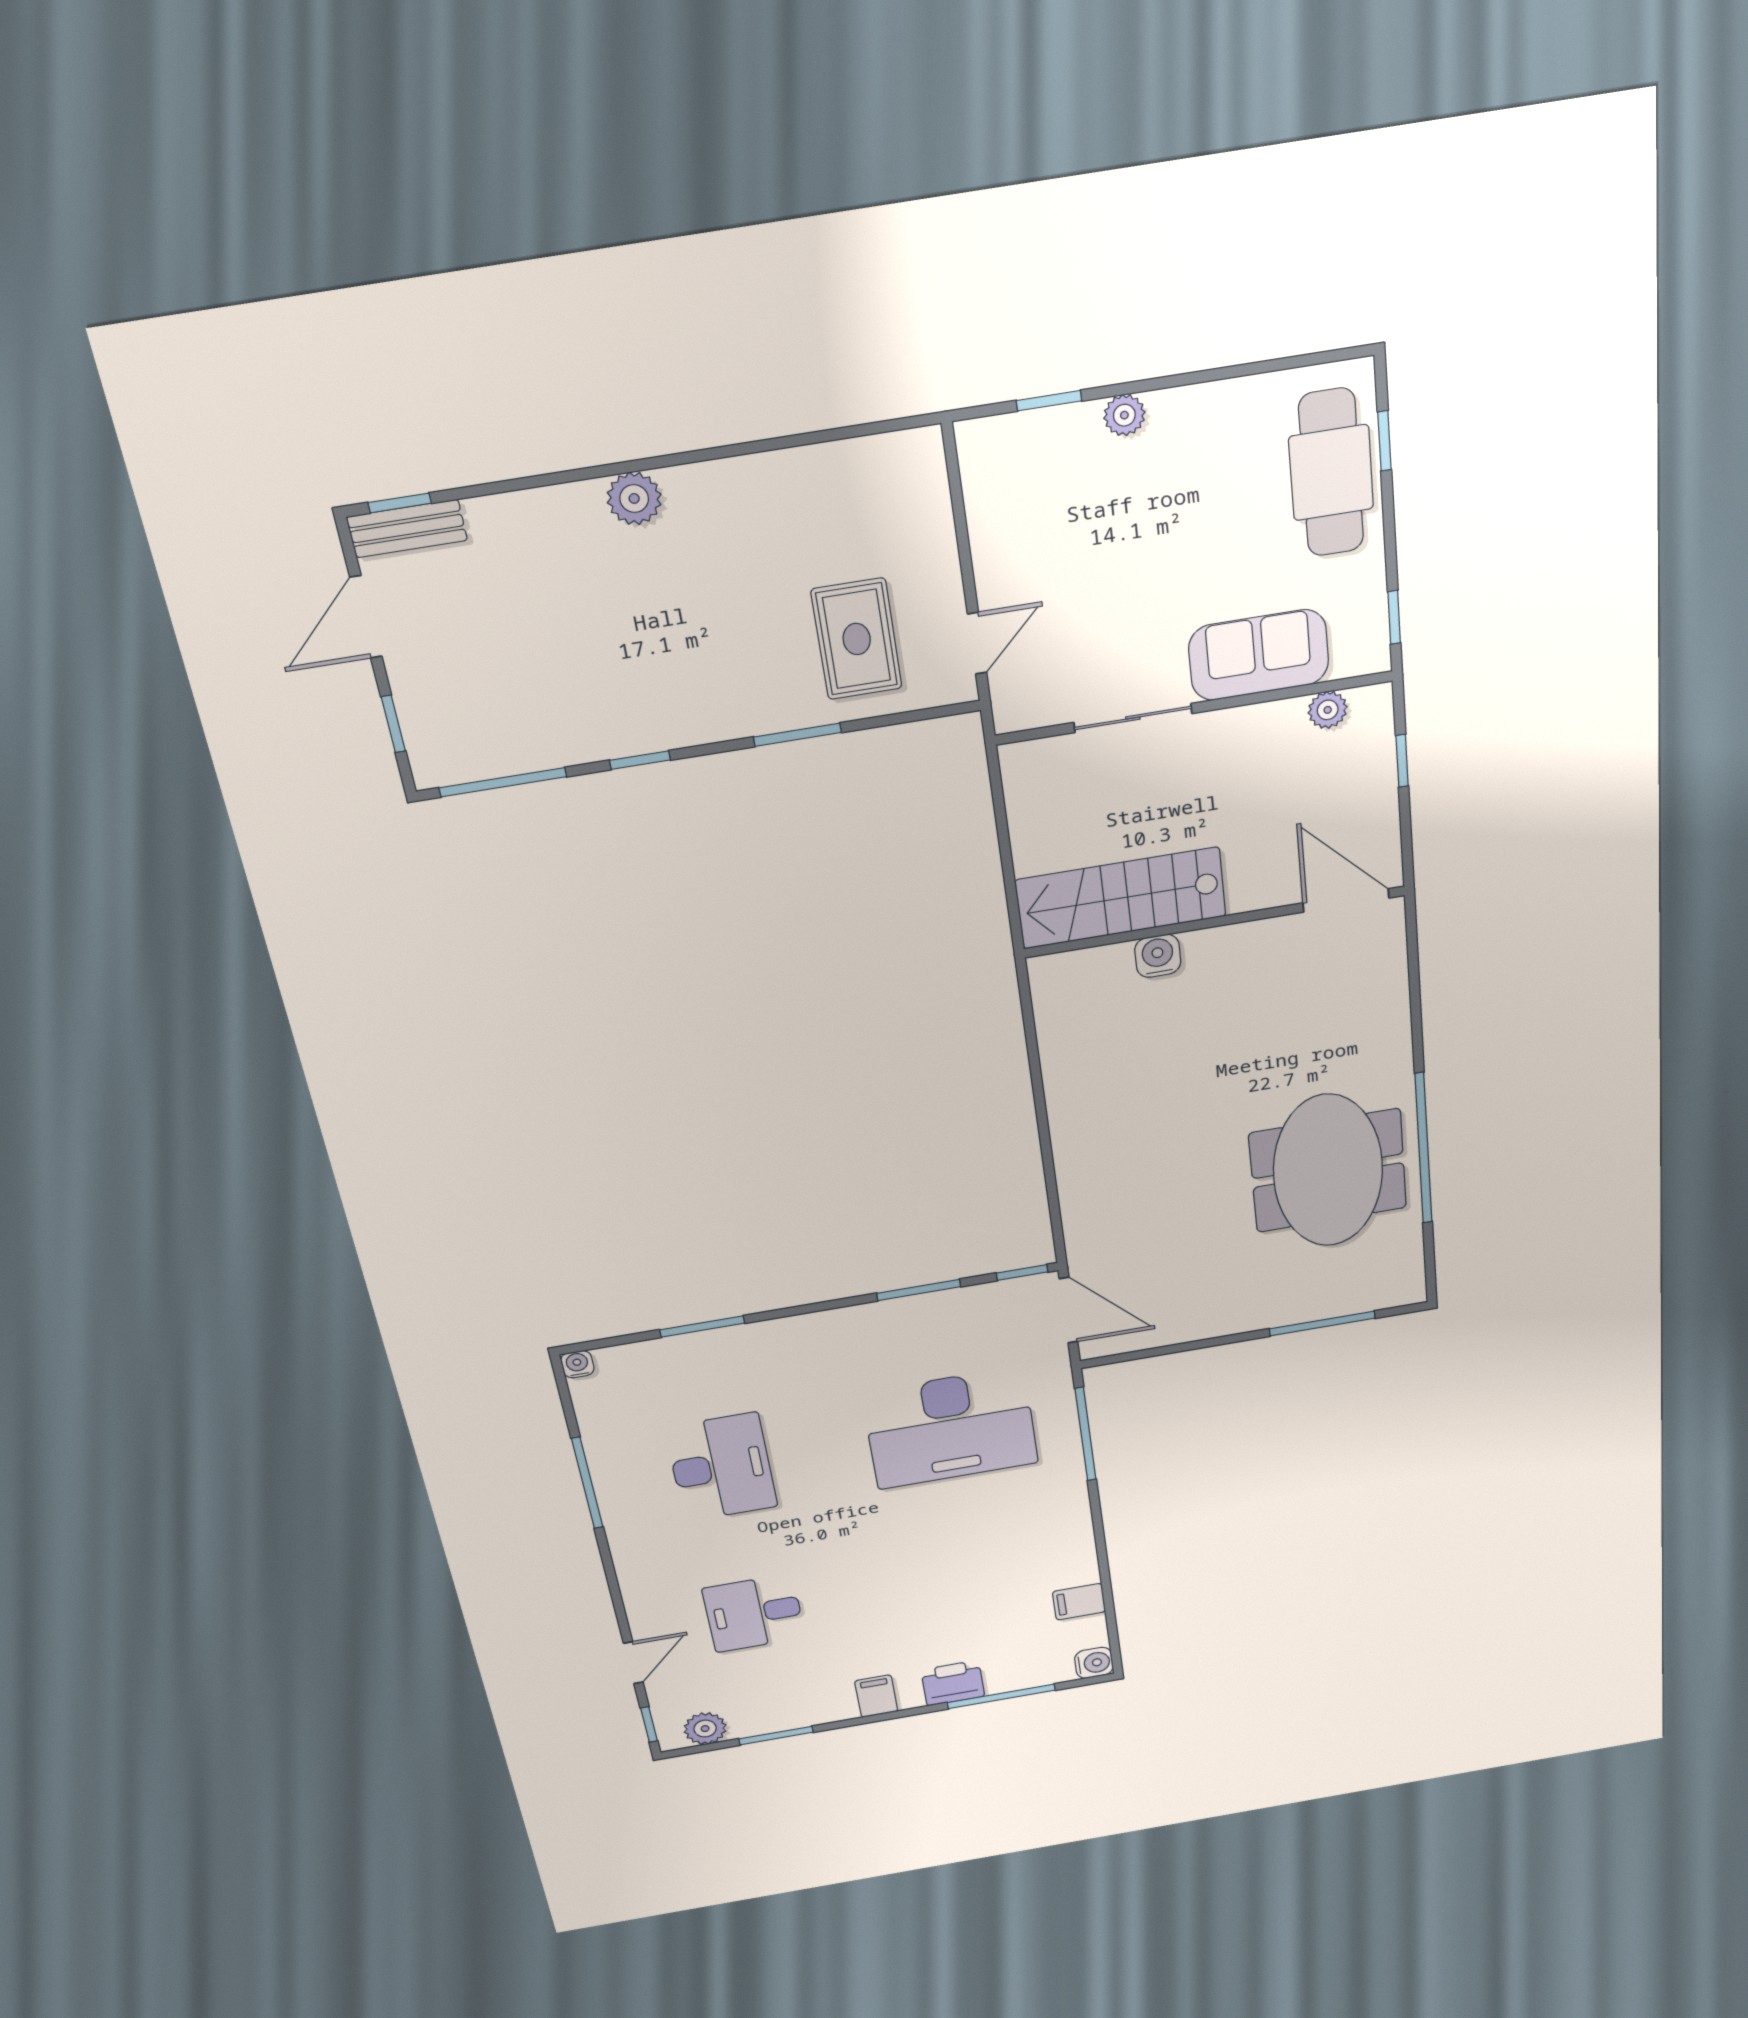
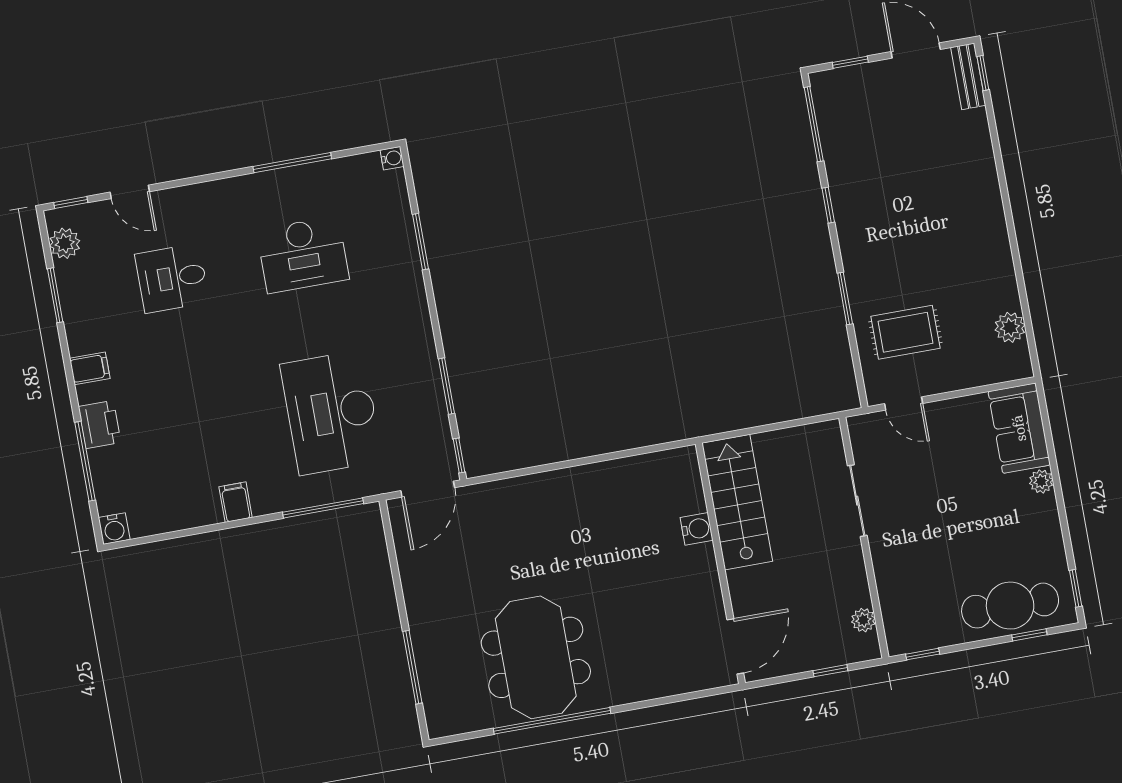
window: (1049, 401) -> (1076, 588), moved
plant: (634, 499) -> (1010, 327), moved
sofa: (1259, 655) -> (1019, 428), moved, turned 180
meeting table: (1328, 1171) -> (536, 657), turned 90
filing cabinet: (1079, 1602) -> (236, 502), moved
desk: (754, 1613) -> (172, 278), turned -90

